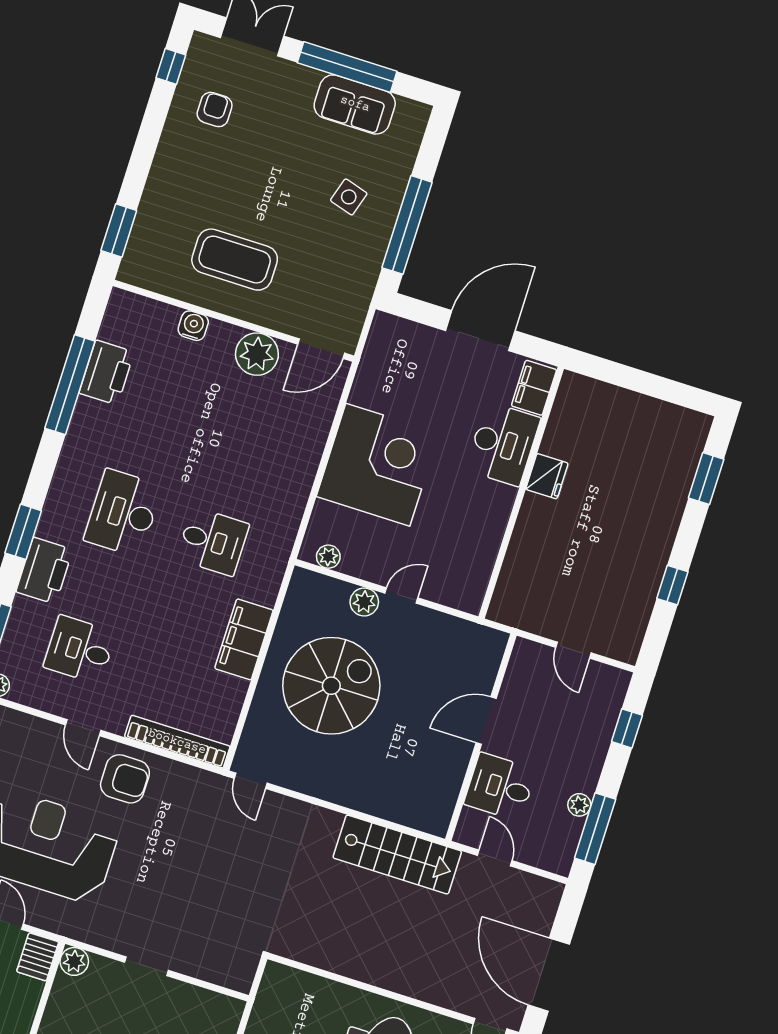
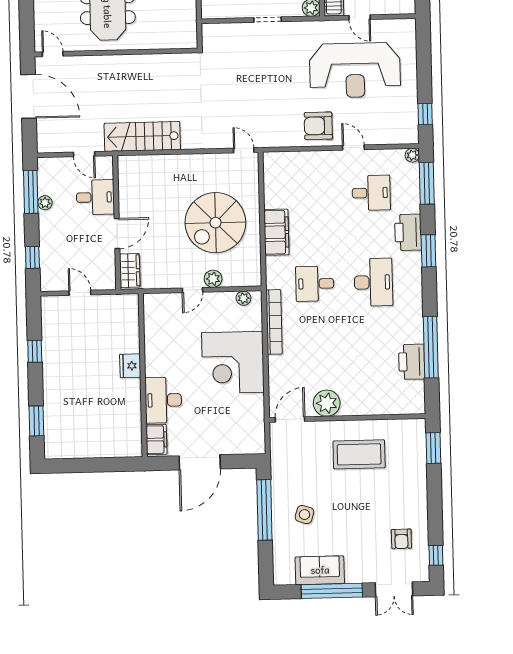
water cooler: (193, 326) -> (370, 407), removed
fridge: (547, 476) -> (130, 366), moved
wardrobe: (486, 658) -> (130, 270), added
bookcase: (177, 742) -> (274, 322), moved, turned -90

